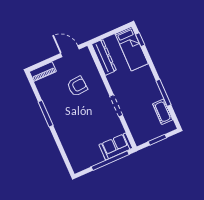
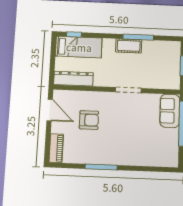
door: (70, 51) -> (50, 110), swing flipped
armchair: (77, 86) -> (89, 120), turned 95
cot: (163, 112) -> (129, 46), moved

